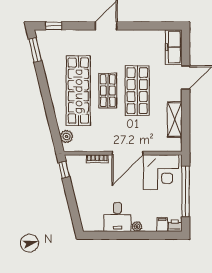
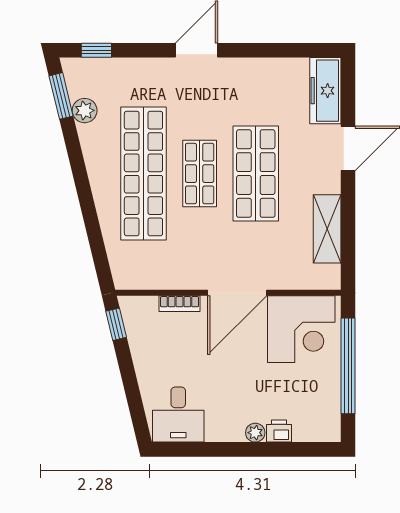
plant: (66, 136) -> (85, 111), moved
desk: (117, 217) -> (178, 415), moved
filing cabinet: (162, 224) -> (303, 429), removed
printer: (175, 226) -> (279, 431), moved

